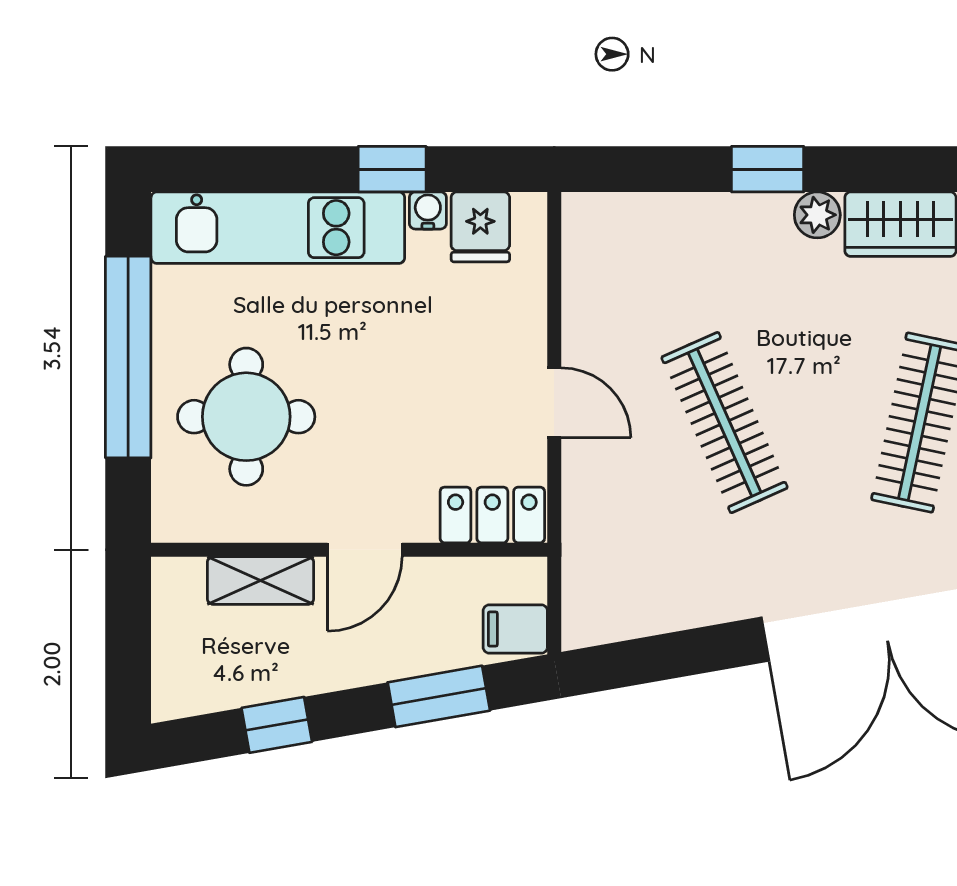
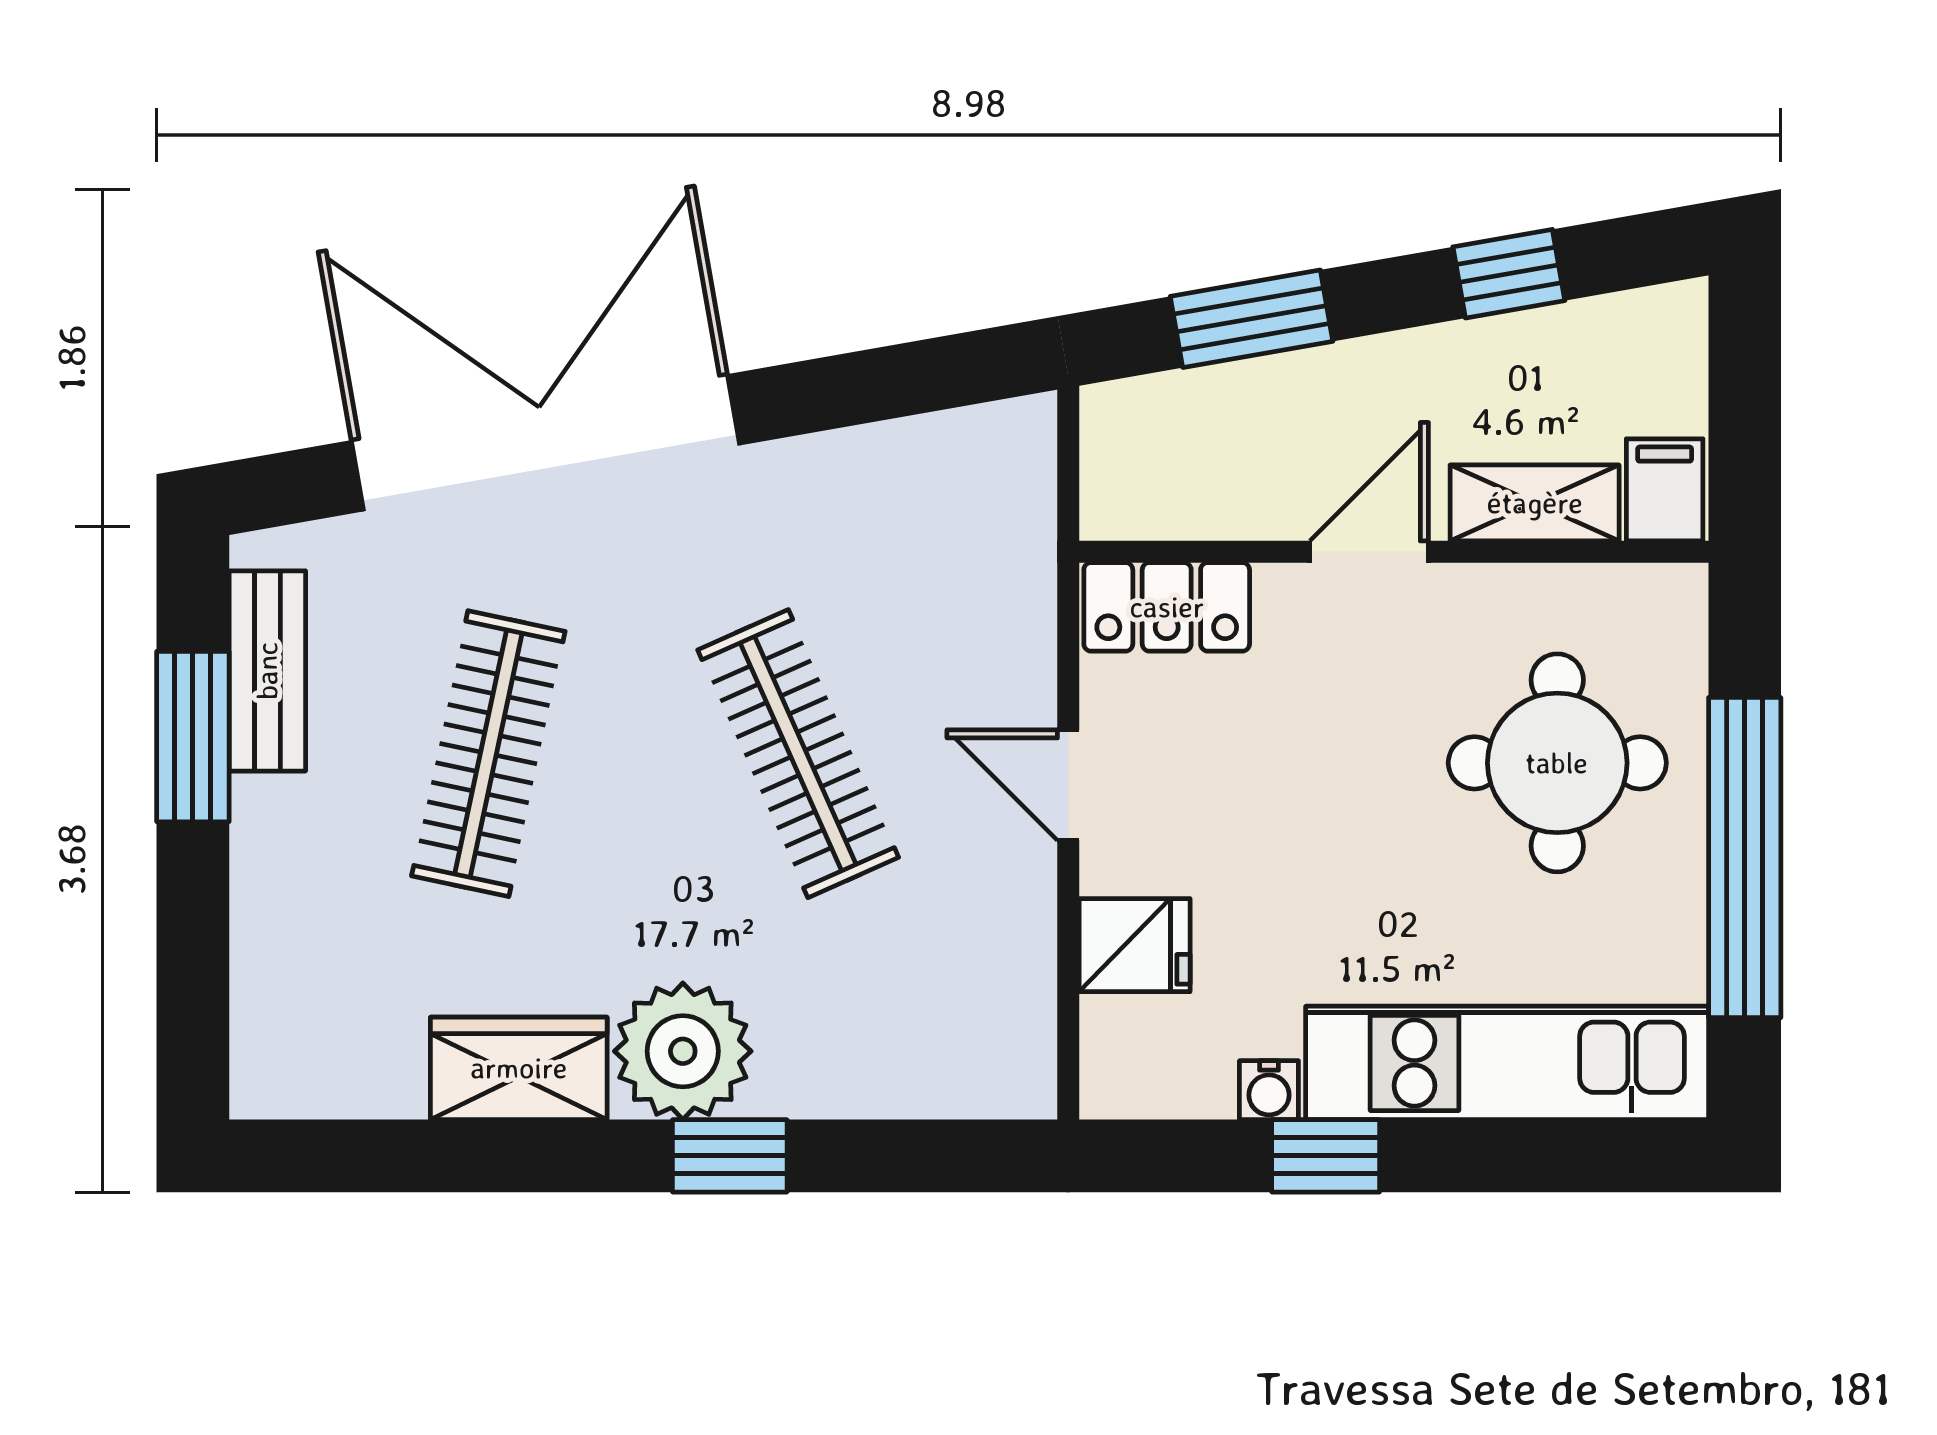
plant: (817, 215) -> (683, 1051), width x1.88, depth x1.88
fridge: (480, 227) -> (1135, 945), moved, turned 90
filing cabinet: (515, 629) -> (1665, 490), moved, turned -90

